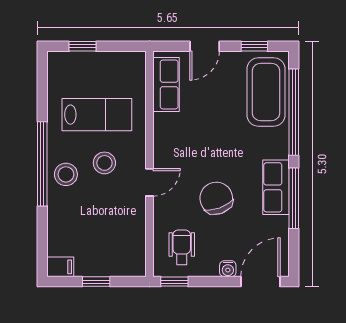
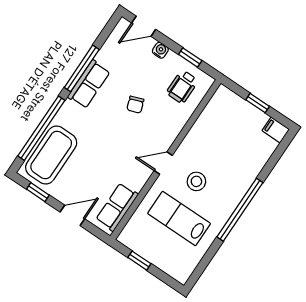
window: (82, 46) -> (139, 261), moved
stool: (66, 174) -> (228, 191), removed
door: (150, 182) -> (163, 163), moved
chair: (216, 198) -> (135, 105), width x0.54, depth x0.54
window: (174, 282) -> (190, 58), moved
door: (260, 282) -> (144, 26), width x0.73

